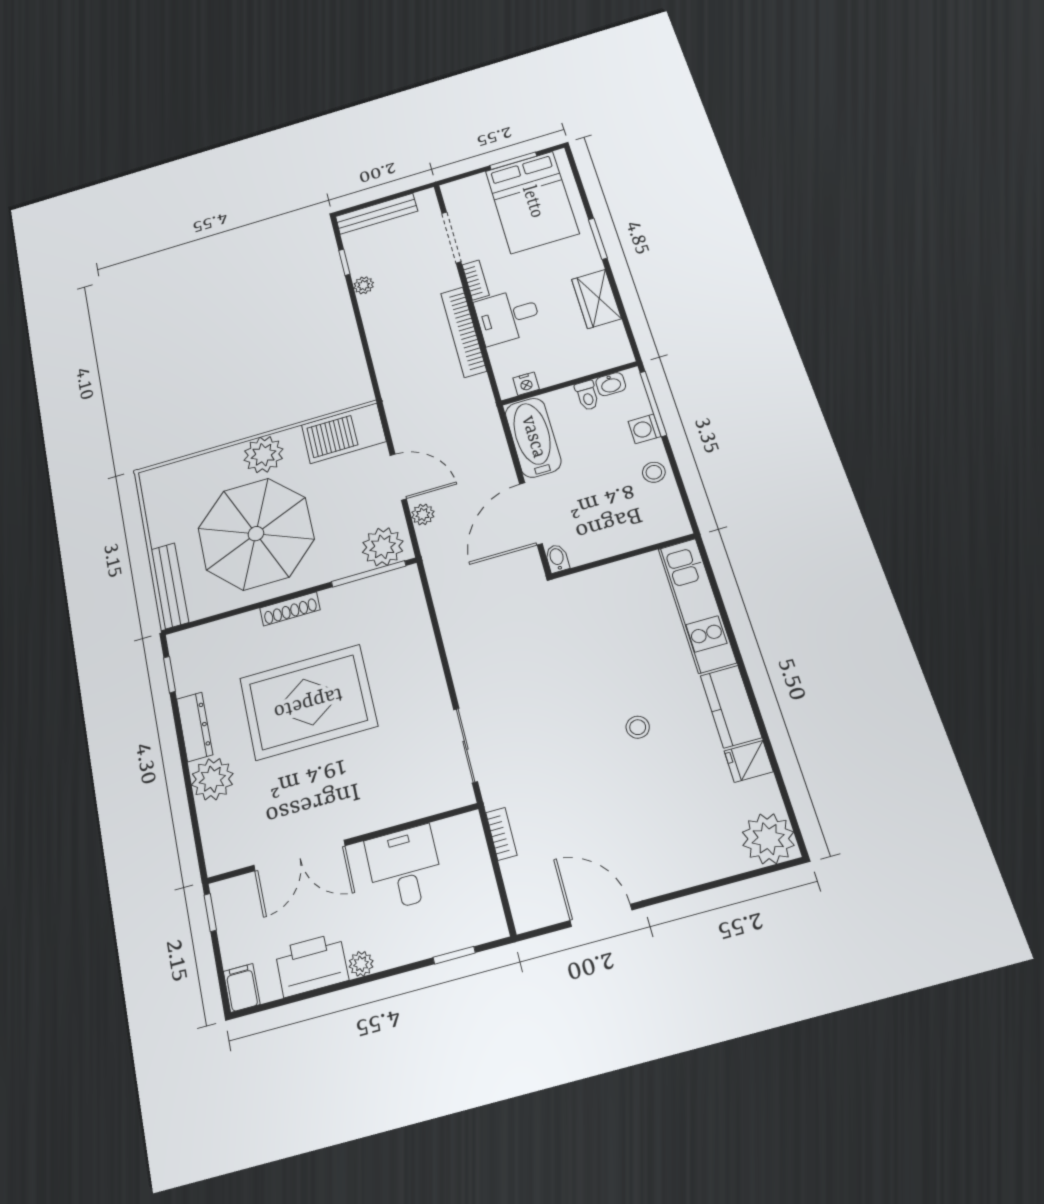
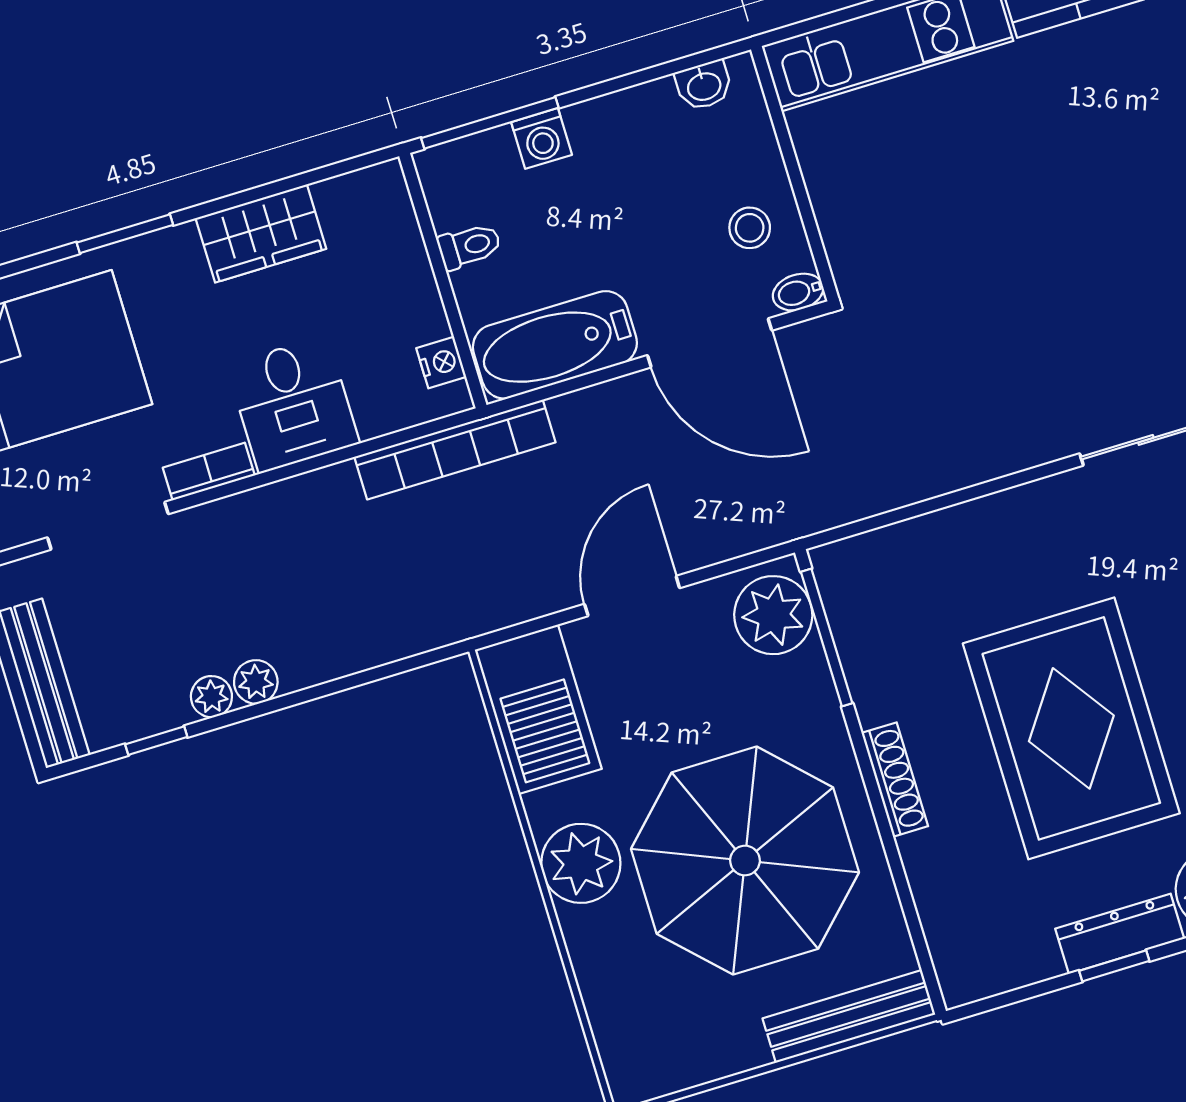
bookcase: (464, 332) -> (455, 449), moved
washbasin: (611, 384) -> (704, 85), moved, turned 90
stool: (654, 472) -> (750, 228), moved
plant: (423, 514) -> (256, 682), moved
window: (170, 675) -> (1114, 966), moved
stool: (638, 727) -> (1109, 144), removed

